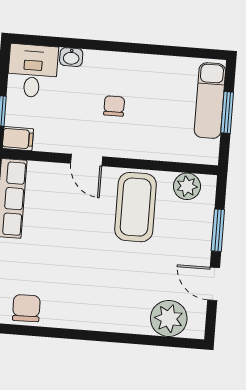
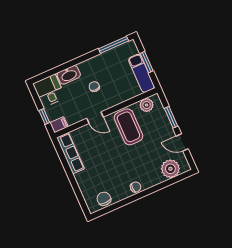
window: (186, 52) -> (114, 45), added
washbasin: (71, 57) -> (69, 75), width x1.91, depth x1.45
exam couch: (210, 101) -> (141, 73), moved
chair: (92, 317) -> (136, 187), added

